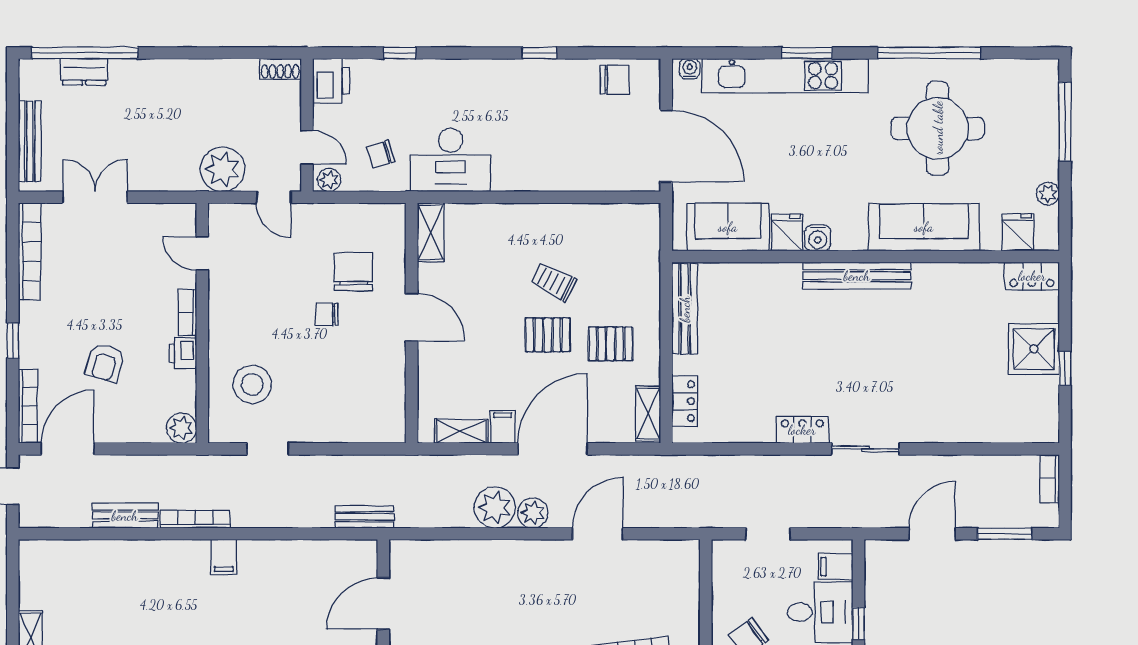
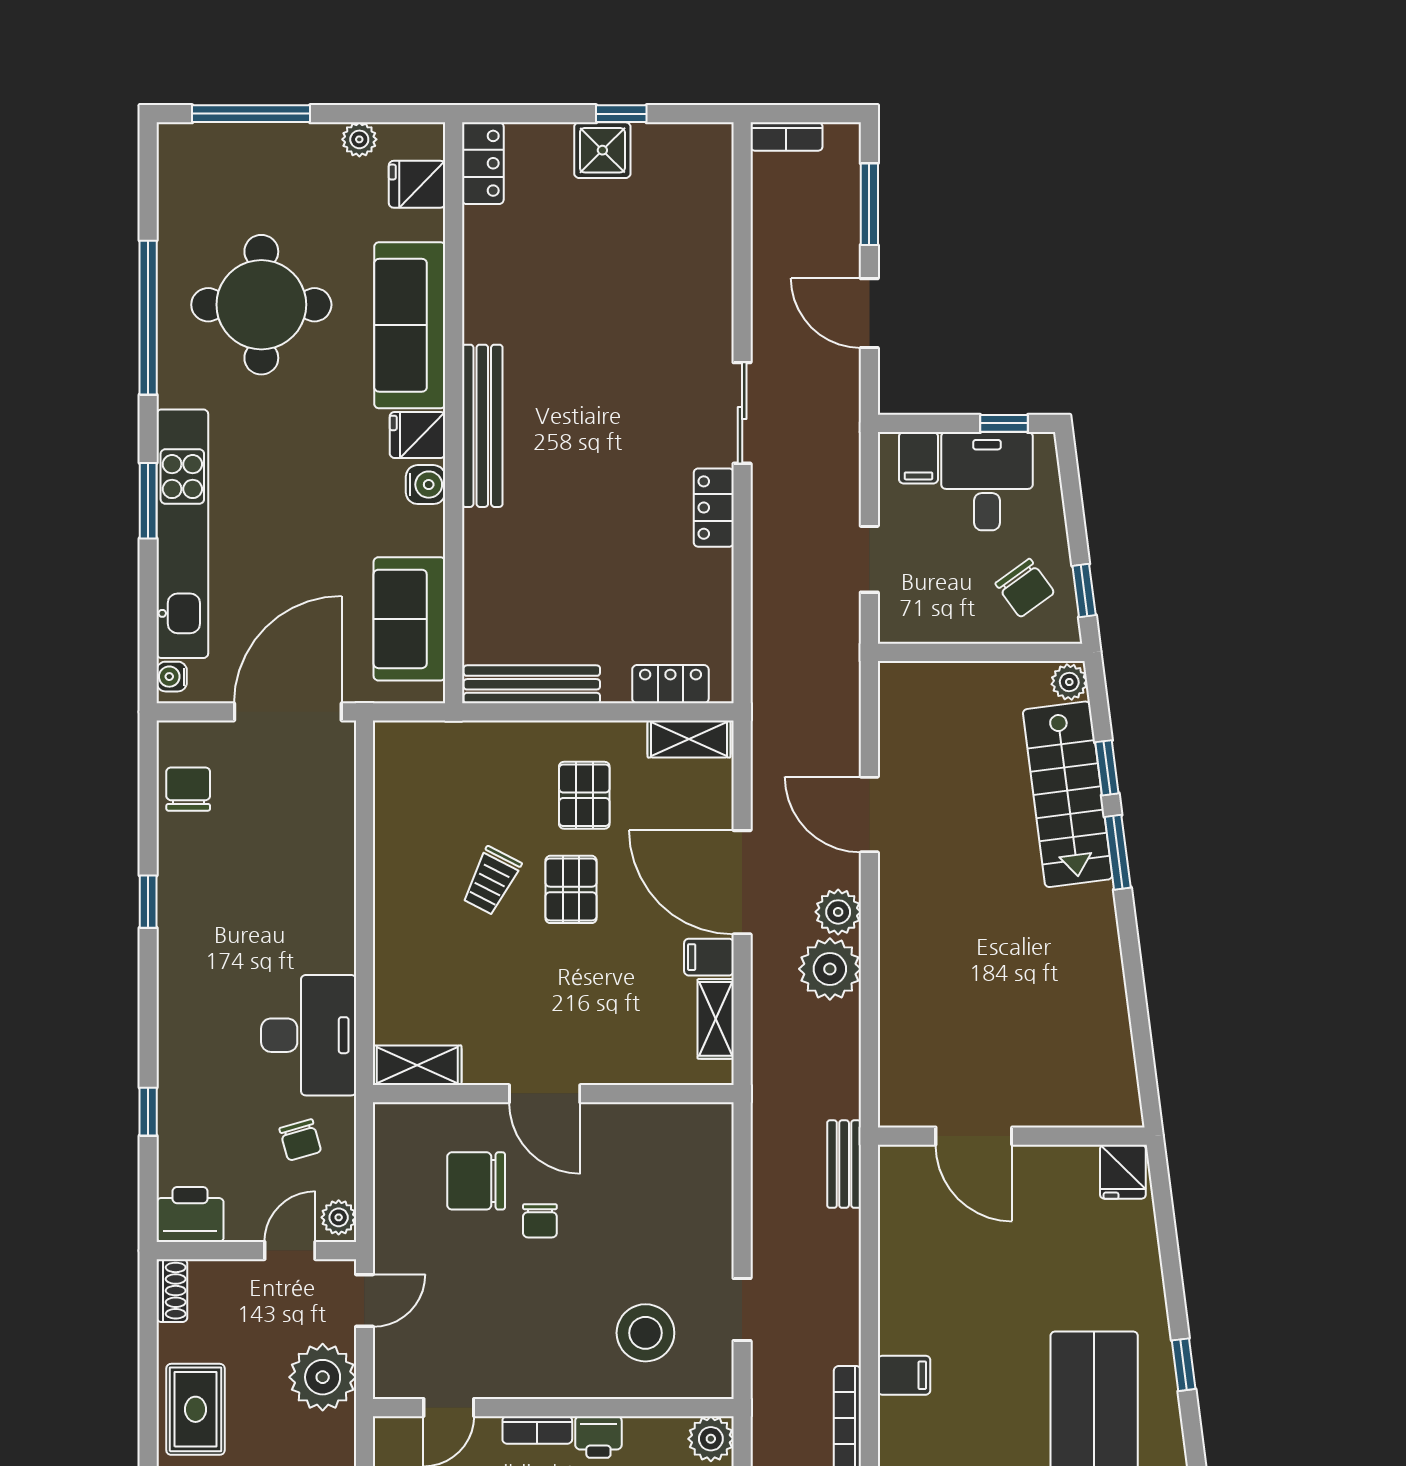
rug: (201, 84) -> (195, 1409), added
fridge: (787, 233) -> (417, 435), moved
door: (412, 317) -> (545, 1094), swing flipped
shower: (1034, 349) -> (602, 150), width x0.73, depth x0.73

